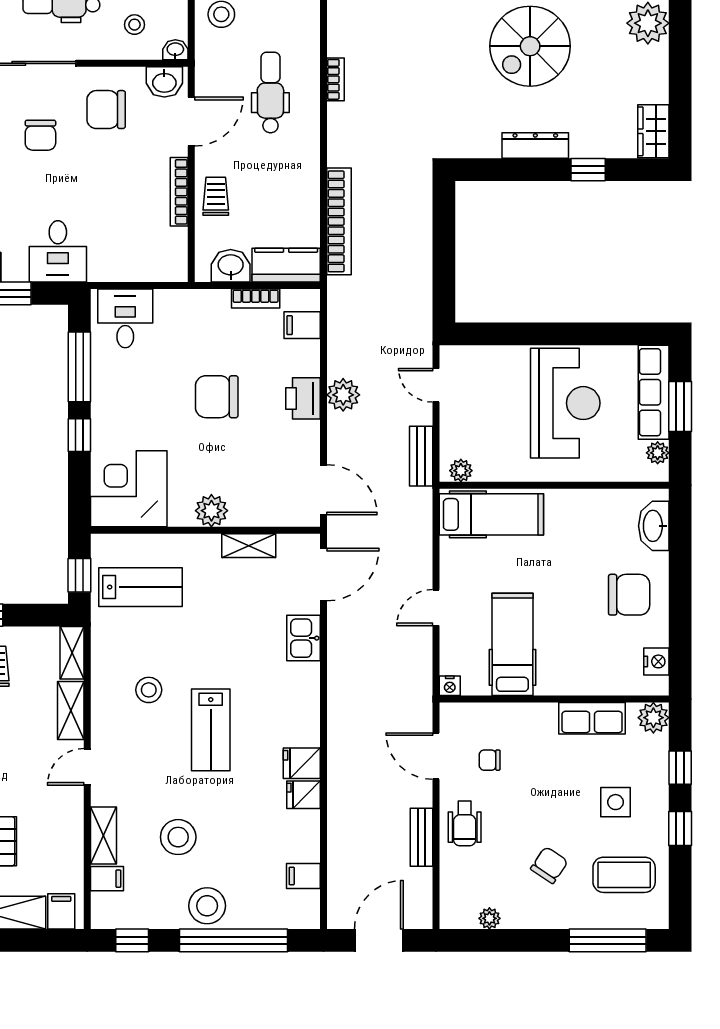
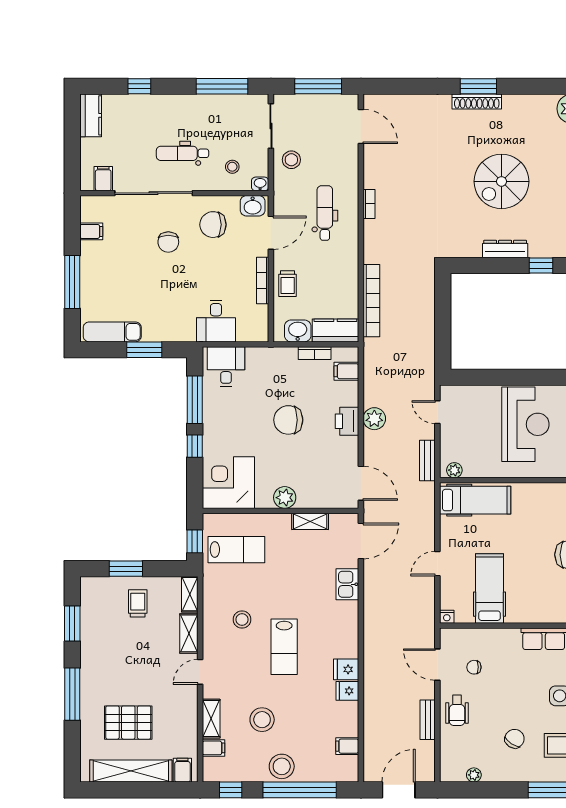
trolley: (216, 196) -> (288, 284), turned 180
desk: (58, 251) -> (216, 321), moved

